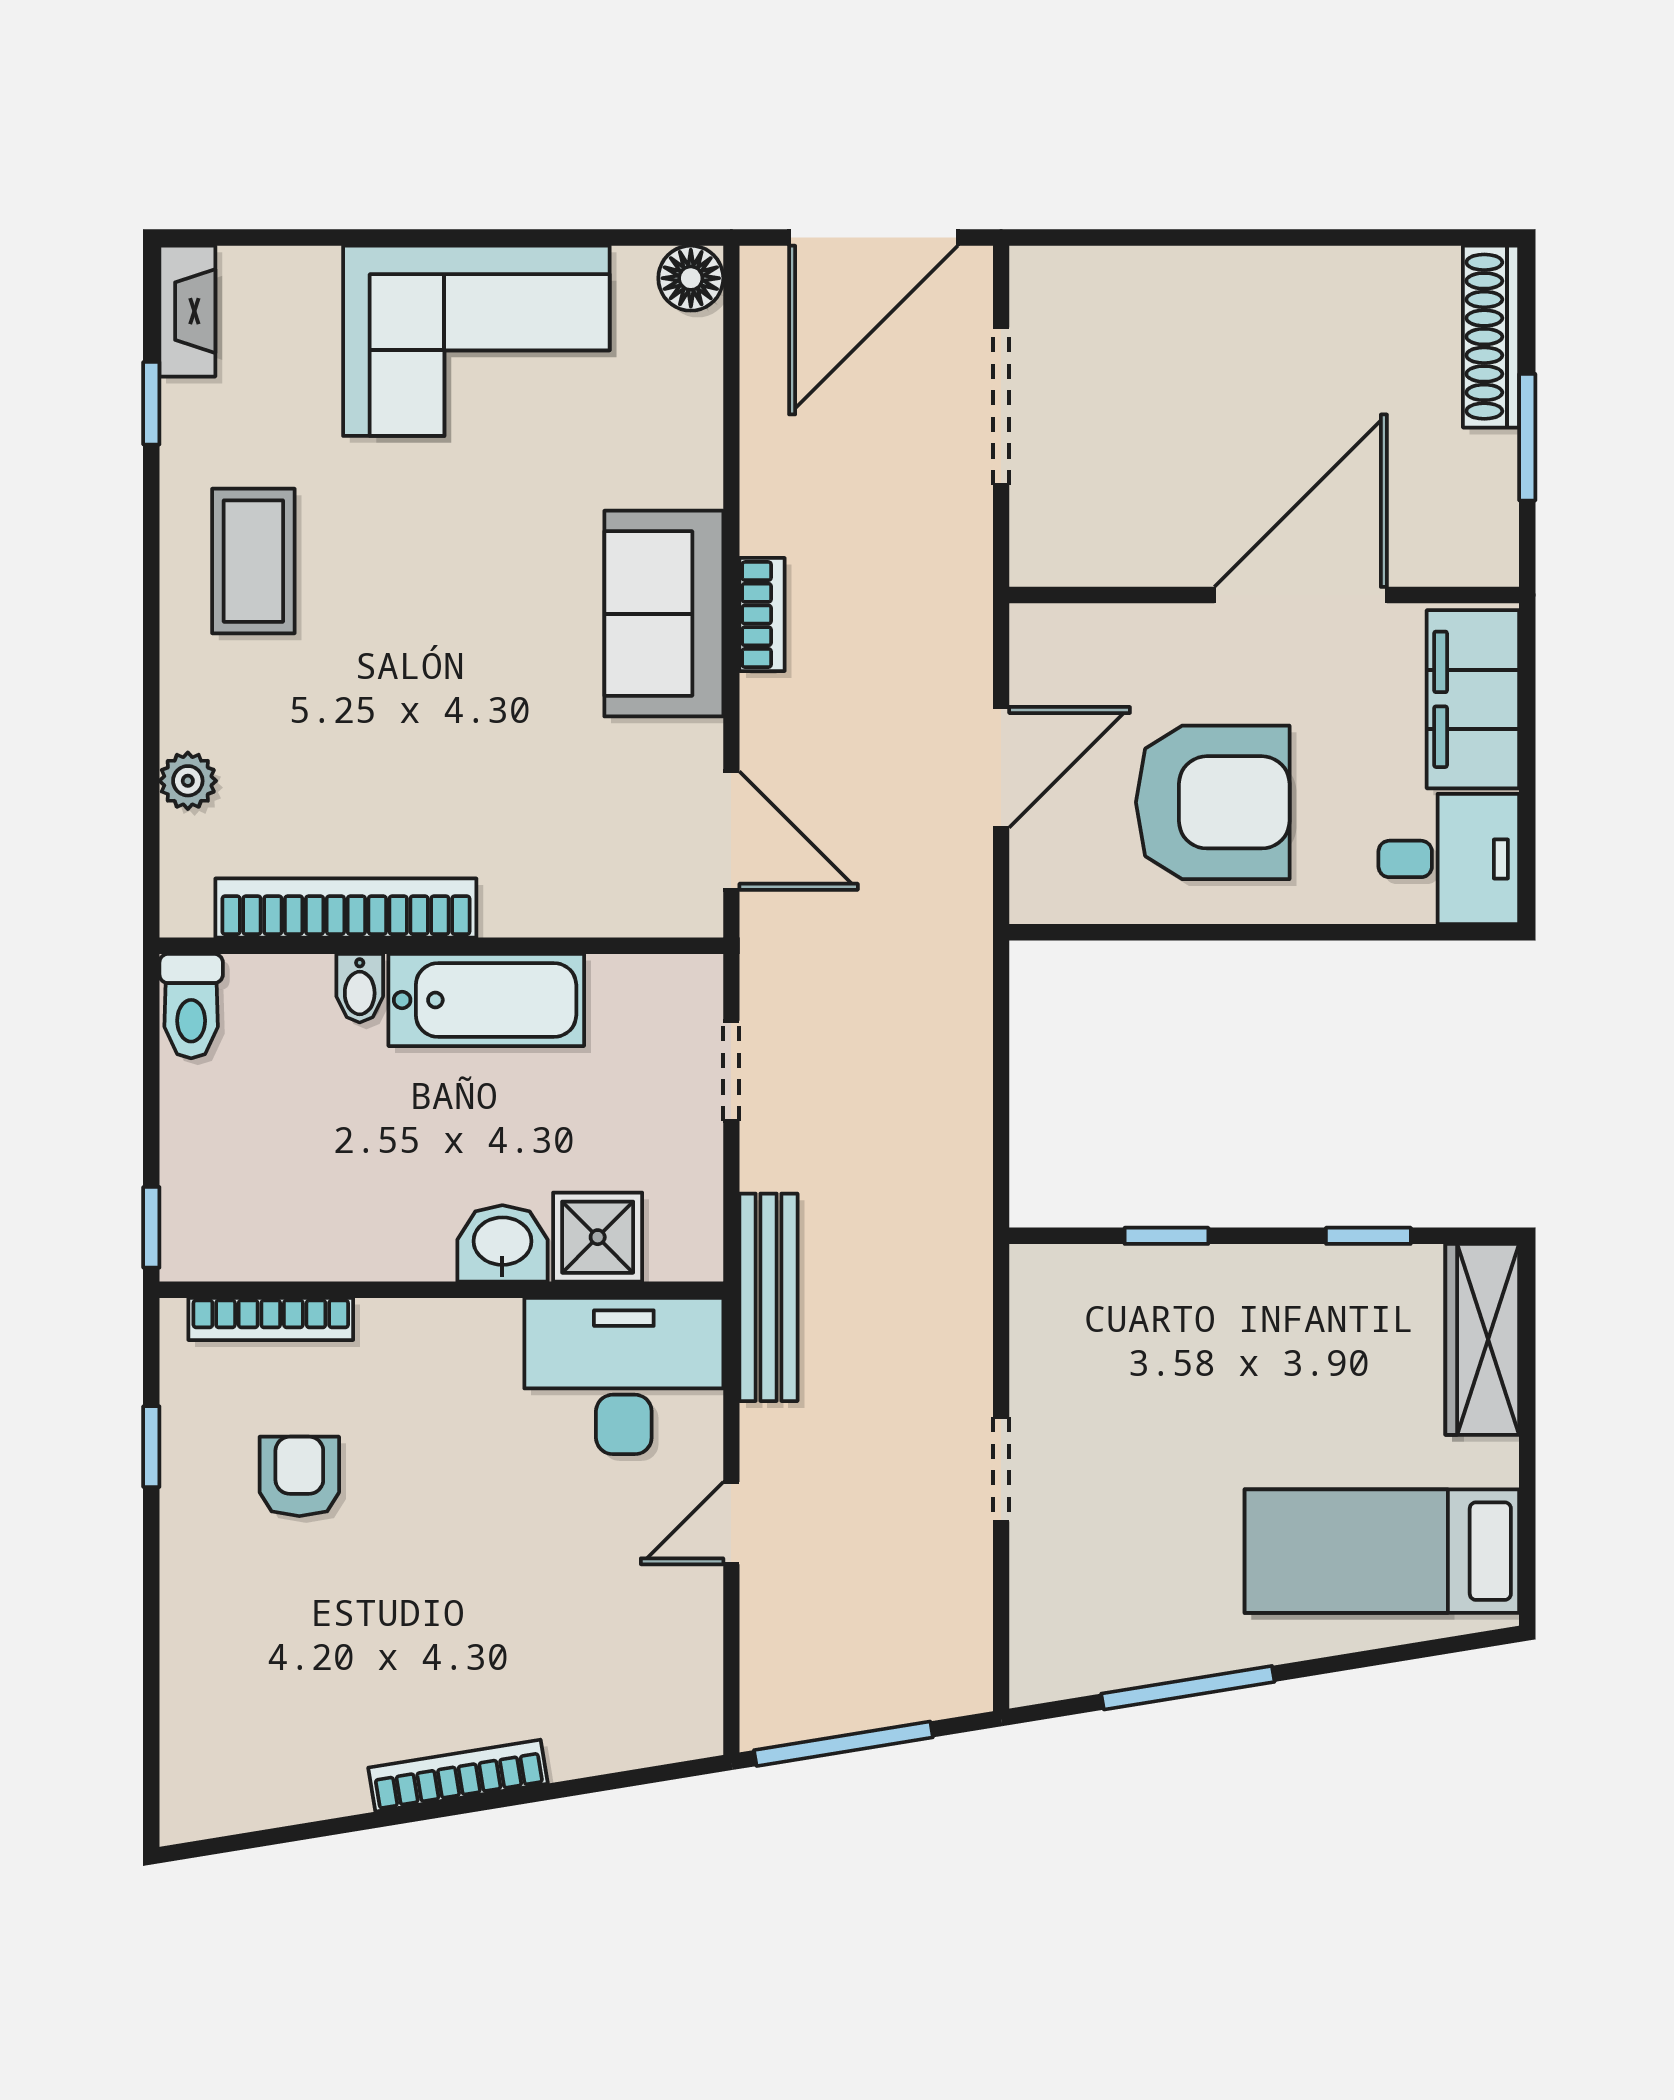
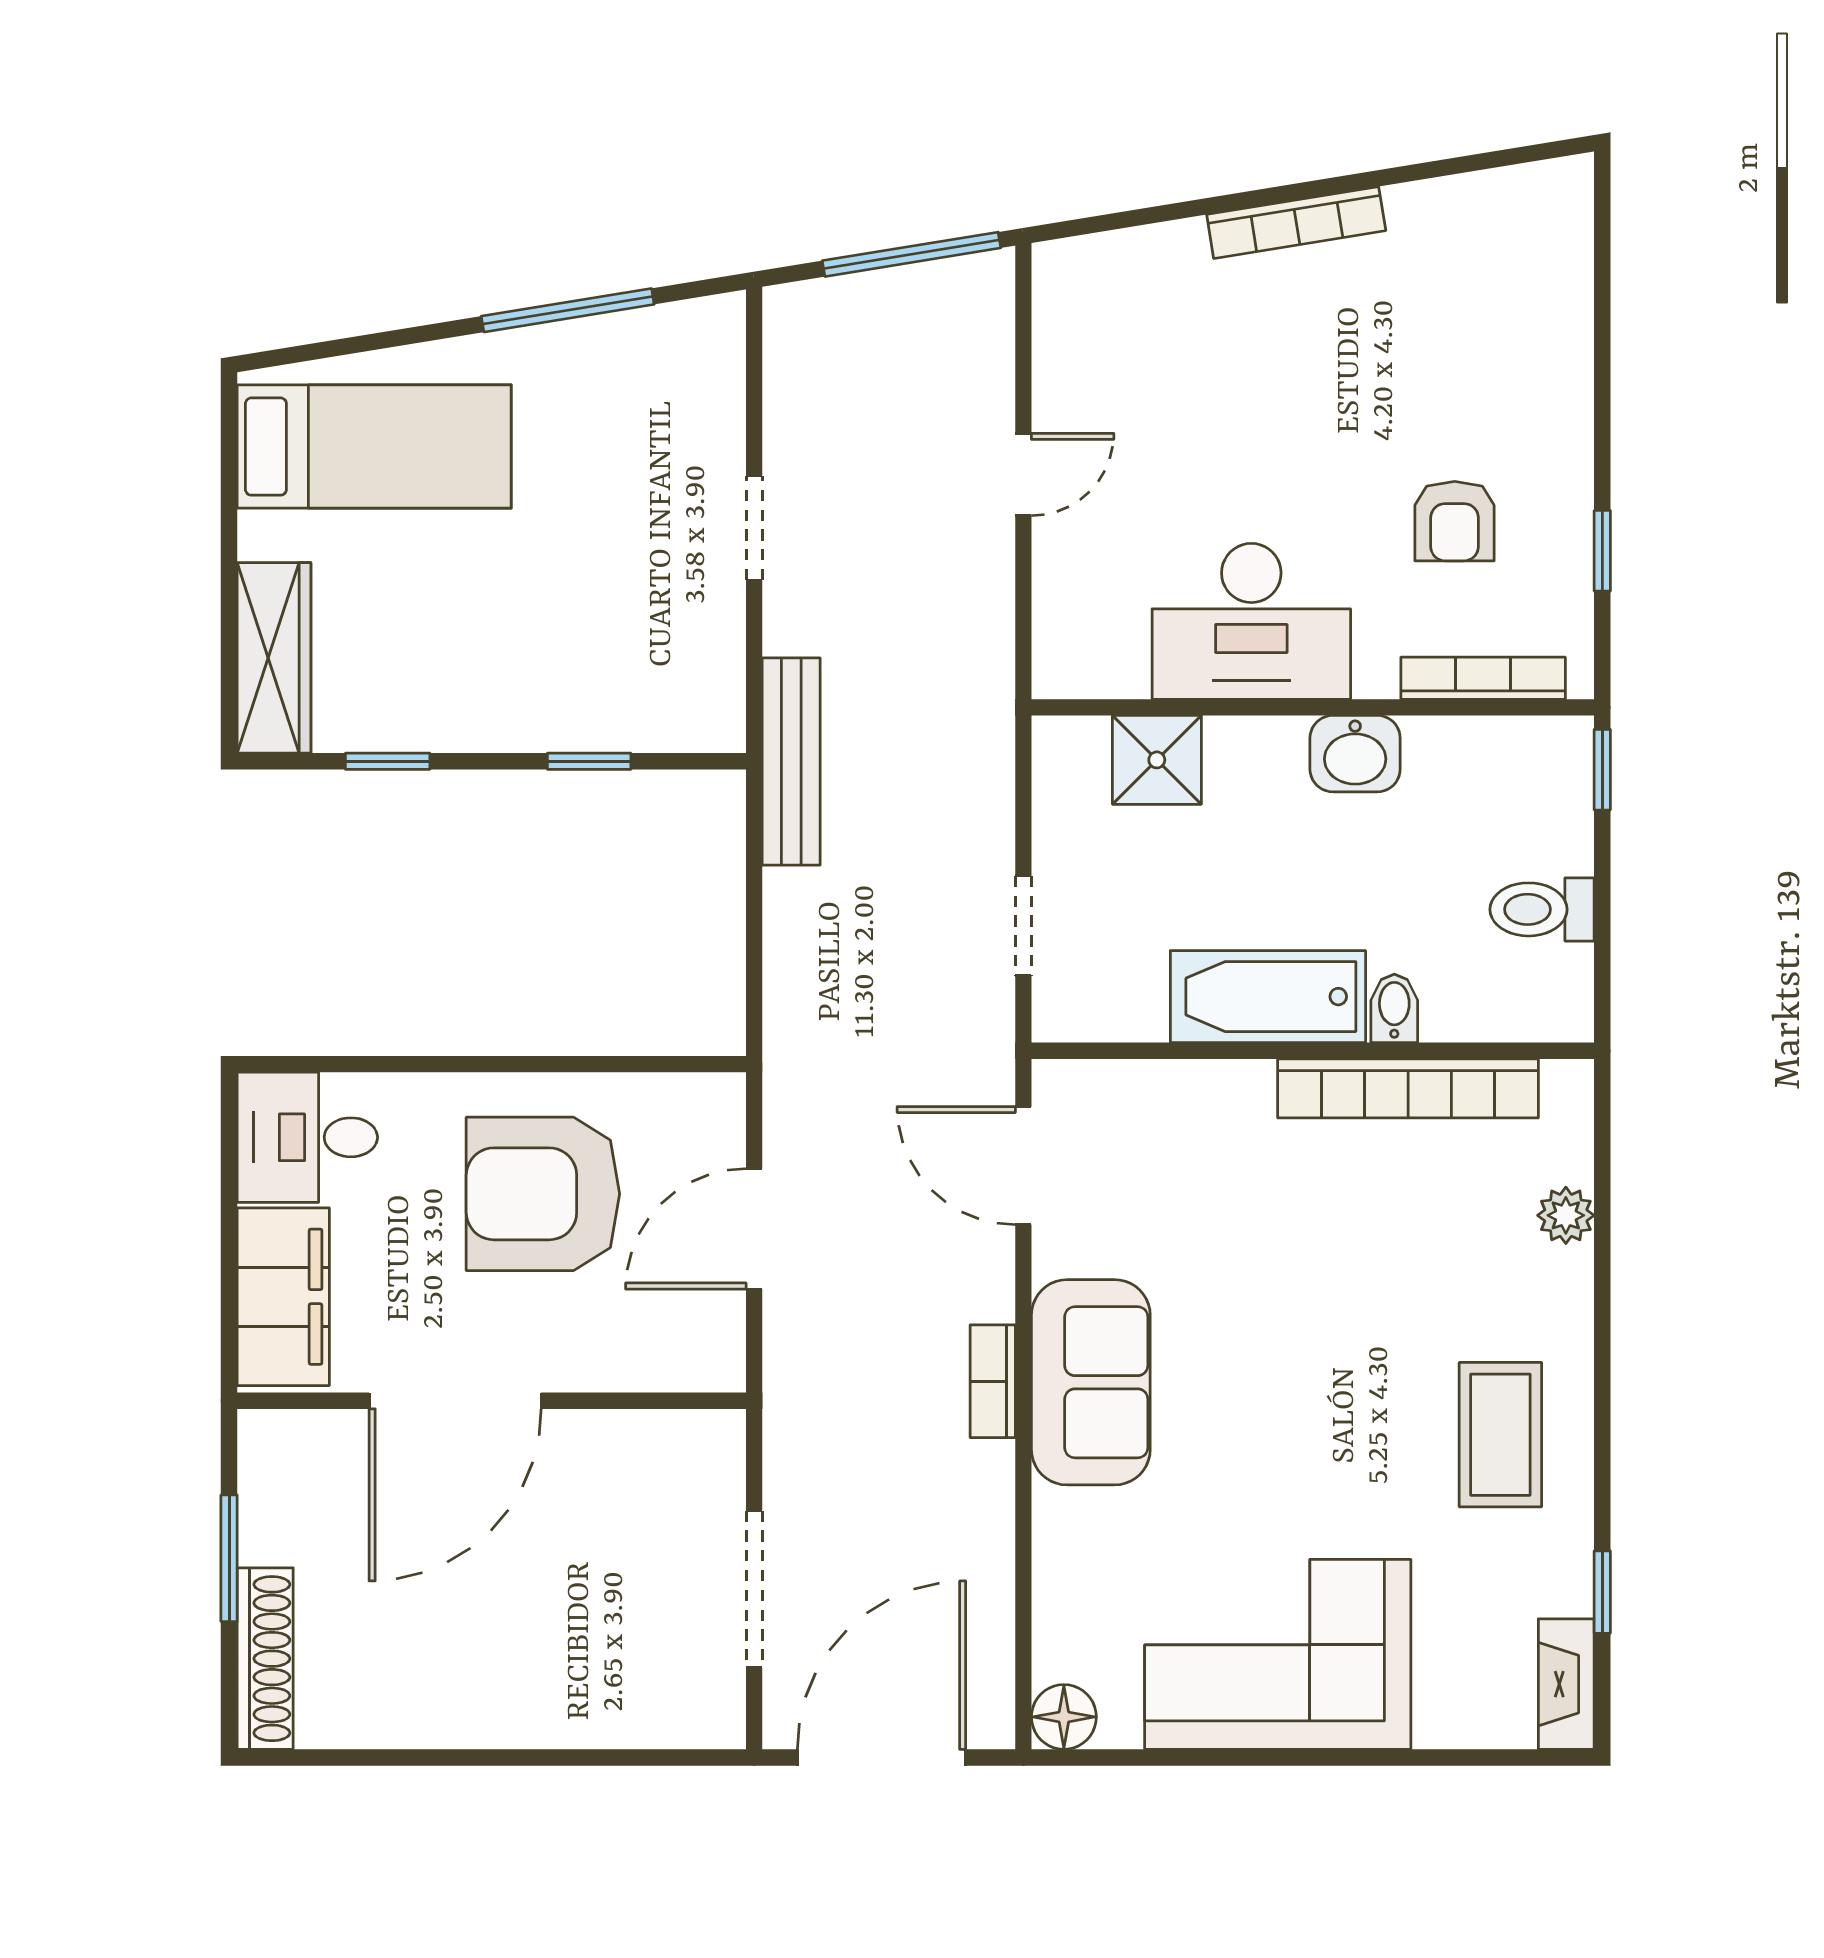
toilet: (191, 1006) -> (1542, 909), moved, turned -90
washbasin: (502, 1243) -> (1355, 754), moved
bench: (768, 1297) -> (791, 761), moved
desk: (624, 1376) -> (1251, 621), moved

